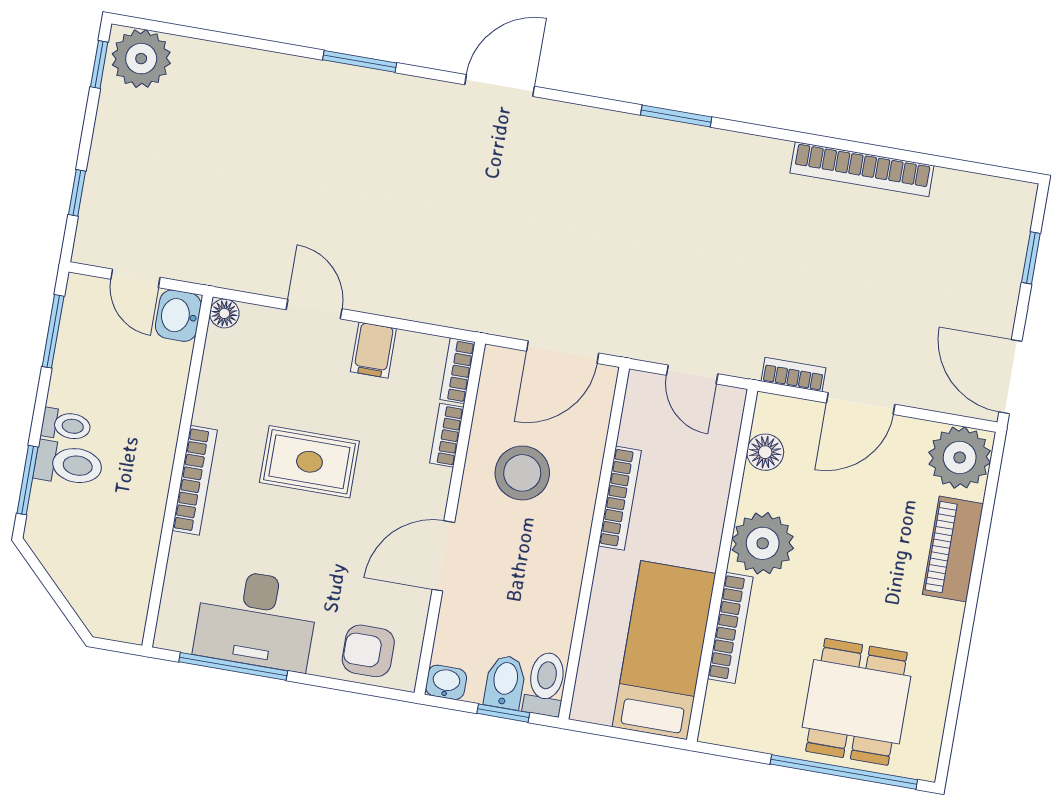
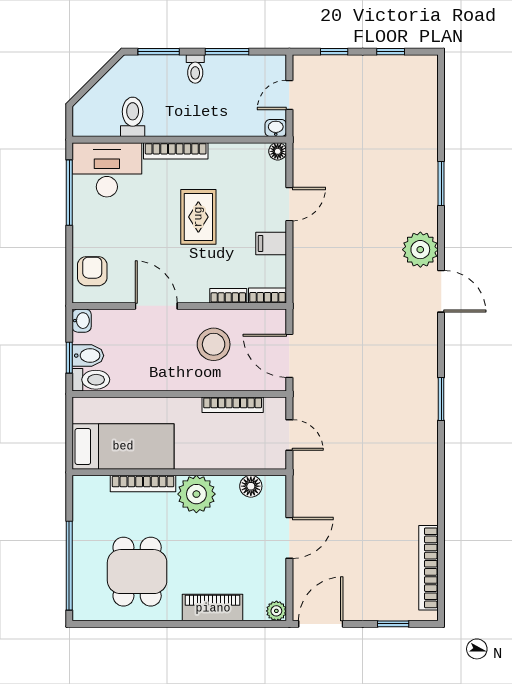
plant: (141, 59) -> (420, 250), moved
window: (360, 61) -> (441, 184), moved
window: (99, 65) -> (391, 52), moved
bookcase: (862, 169) -> (428, 568), moved
washbasin: (178, 316) -> (276, 128), width x0.72, depth x0.69
window: (53, 331) -> (227, 52), moved
door: (692, 374) -> (289, 435), swing flipped
bookcase: (793, 375) -> (300, 495), removed
door: (861, 404) -> (289, 538), swing flipped
plant: (960, 458) -> (276, 611), width x0.53, depth x0.53
toilet: (69, 464) -> (133, 117), moved, turned 180
bookcase: (620, 498) -> (233, 405), moved
desk: (256, 619) -> (107, 170), moved, turned 90
dining table: (857, 702) -> (137, 572), moved, turned 90

